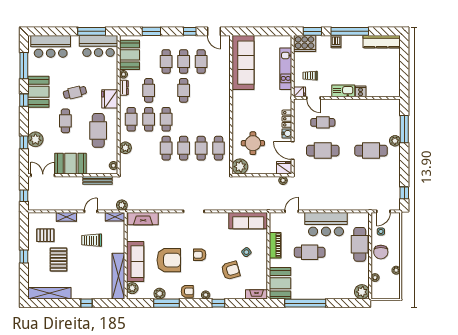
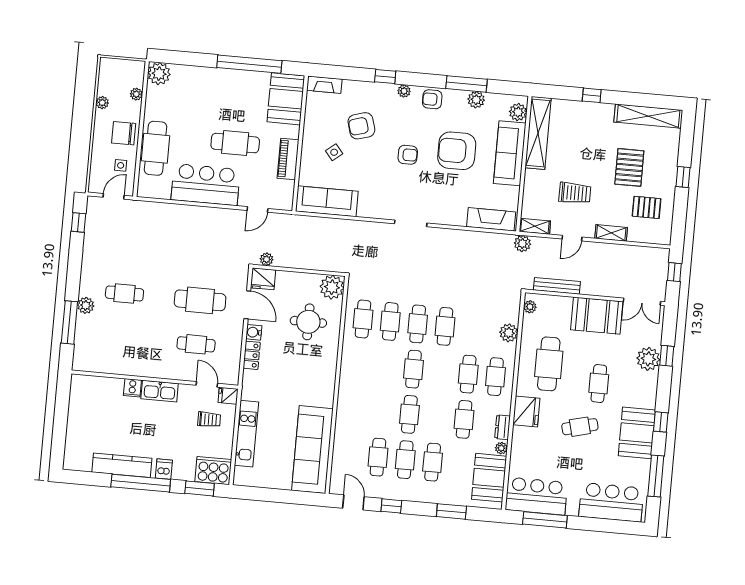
kitchen counter: (382, 42) -> (122, 465), moved
cafe table: (166, 119) -> (414, 369), moved
cafe table: (371, 151) -> (124, 293), width x0.73, depth x0.74
chair: (381, 252) -> (124, 133), turned -90

